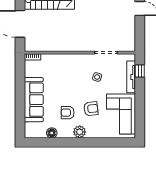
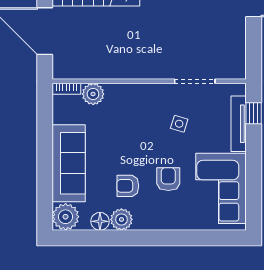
plant: (48, 60) -> (93, 94), added
armchair: (91, 109) -> (168, 179), turned -84
plant: (32, 130) -> (66, 217), added
plant: (80, 132) -> (121, 219), moved

